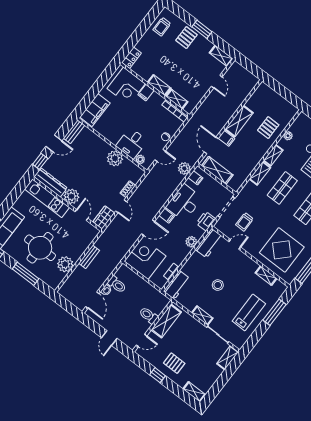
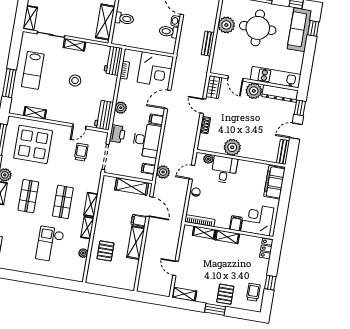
window: (143, 27) -> (270, 283), added

